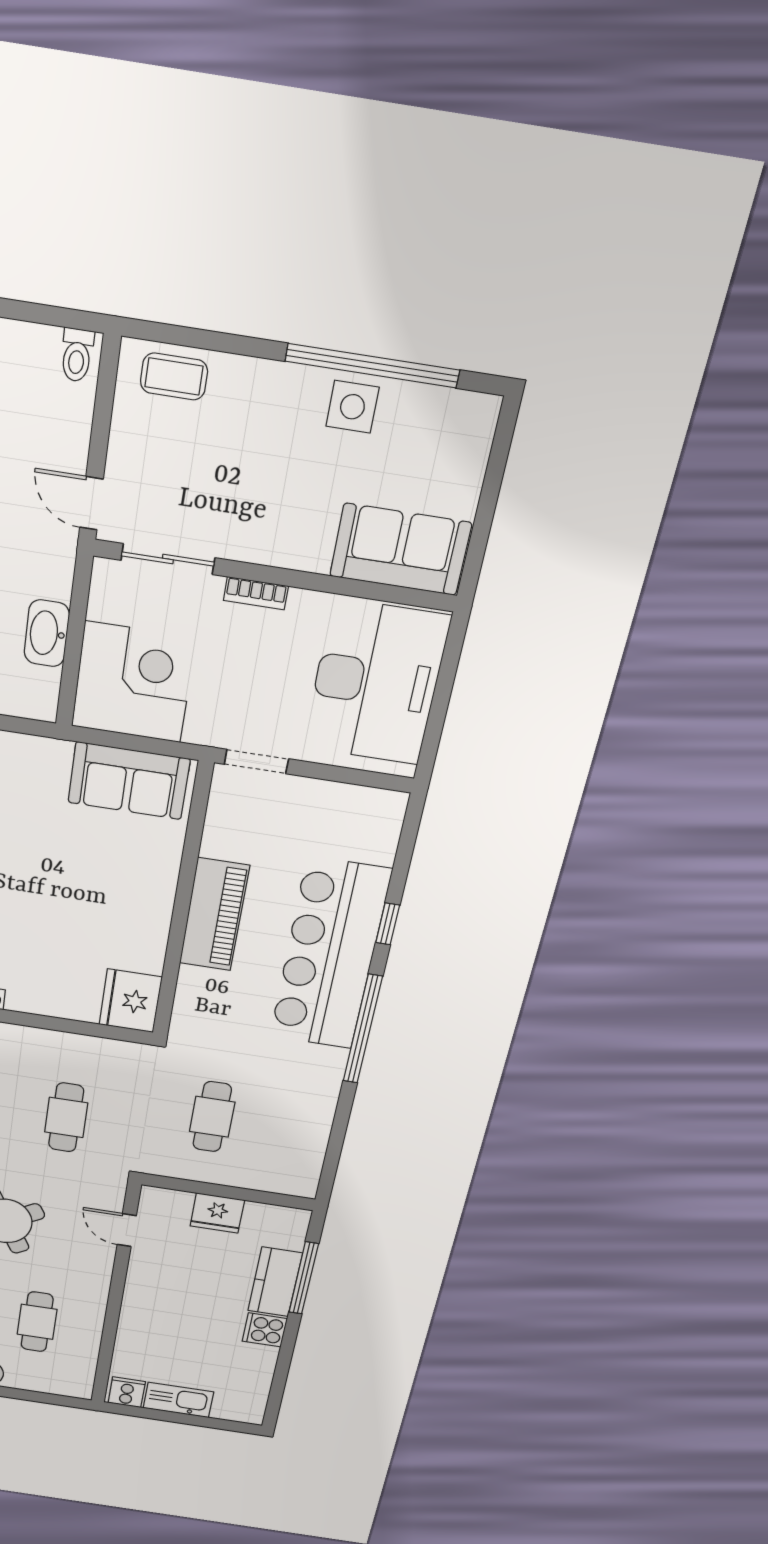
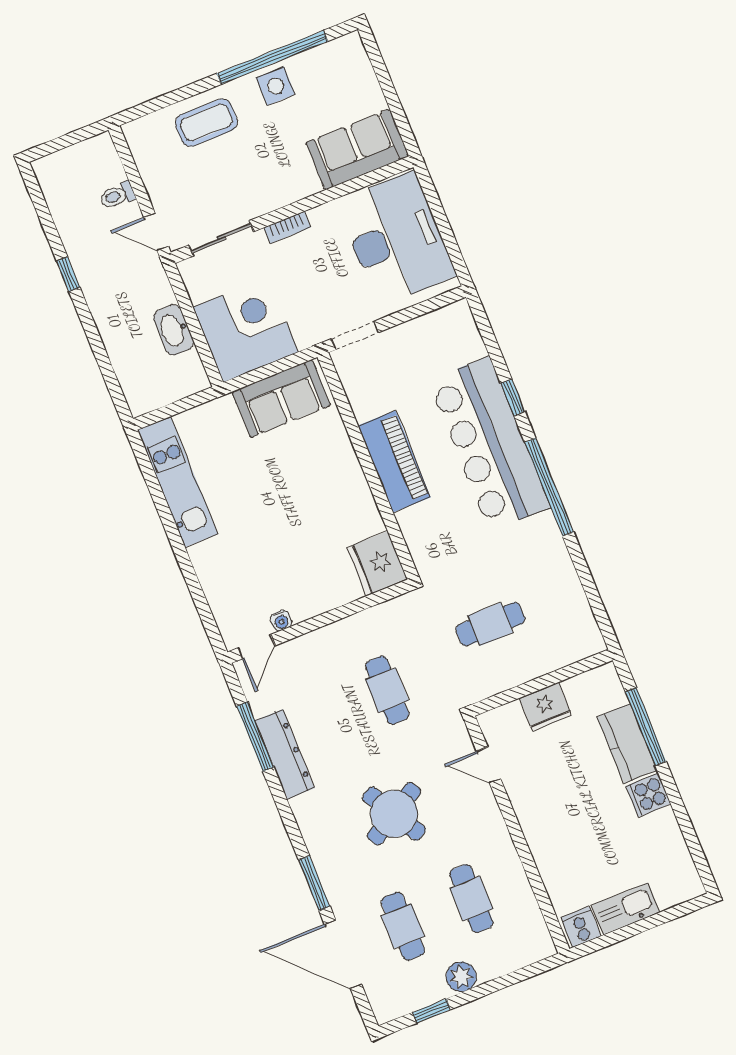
toilet: (77, 355) -> (117, 196), moved, turned 90
coffee table: (174, 376) -> (206, 123), moved, width x1.36, depth x1.30
cafe table: (212, 1117) -> (490, 624), turned 90

